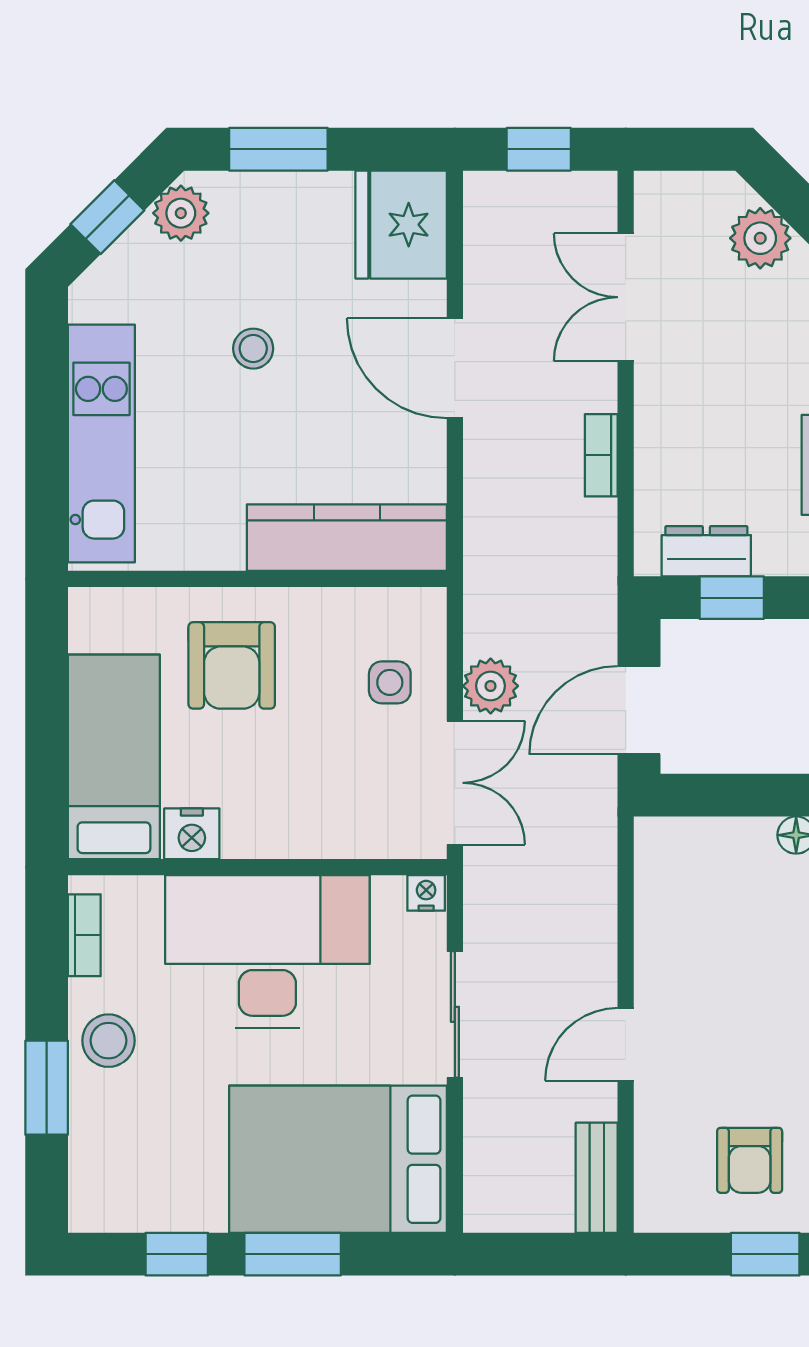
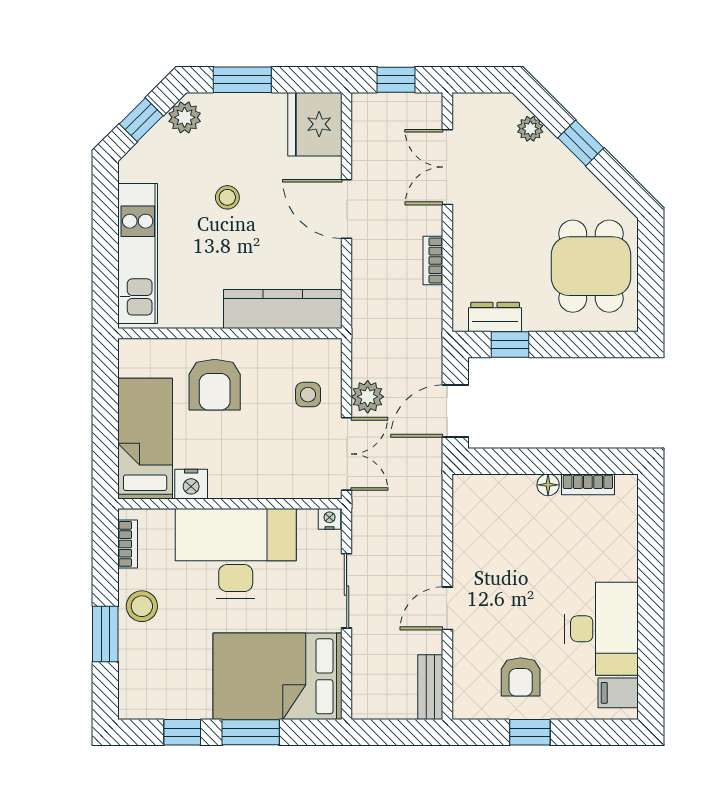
plant: (760, 238) -> (530, 129), width x0.73, depth x0.73

